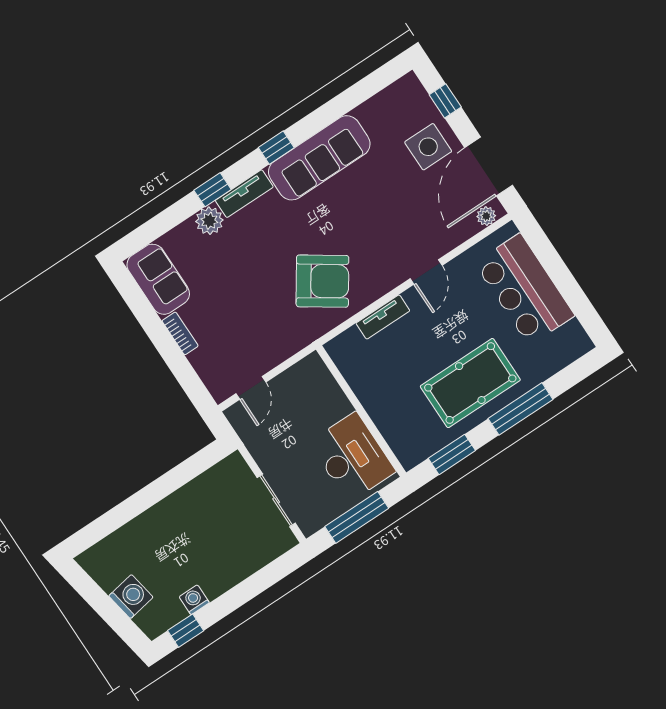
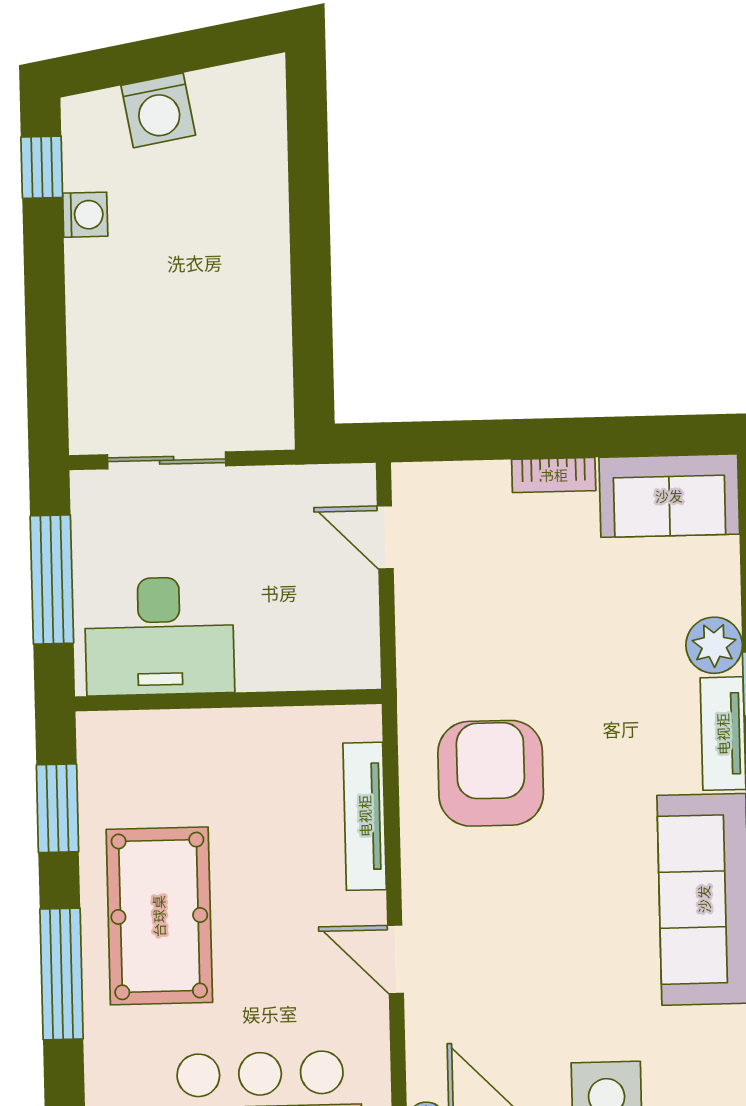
armchair: (322, 281) -> (491, 773), turned 146
tv unit: (383, 317) -> (365, 816), width x1.41

